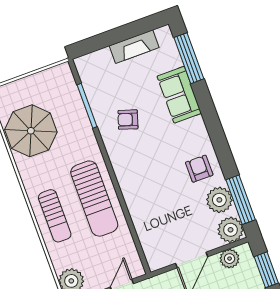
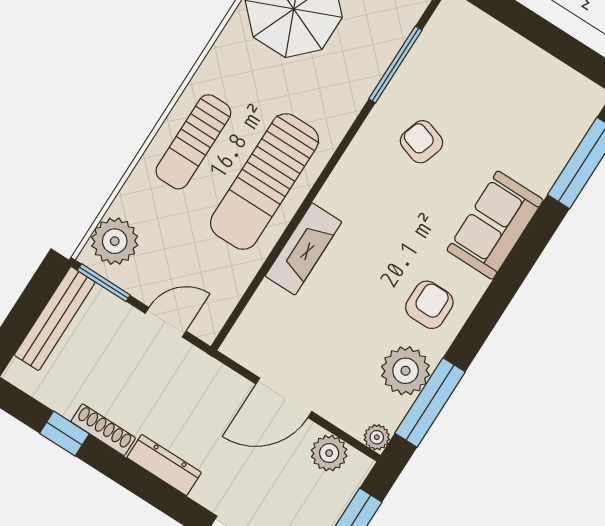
fireplace: (134, 47) -> (303, 249), moved, turned -90
sofa: (179, 95) -> (495, 225), moved
plant: (230, 230) -> (377, 437), width x0.53, depth x0.53

